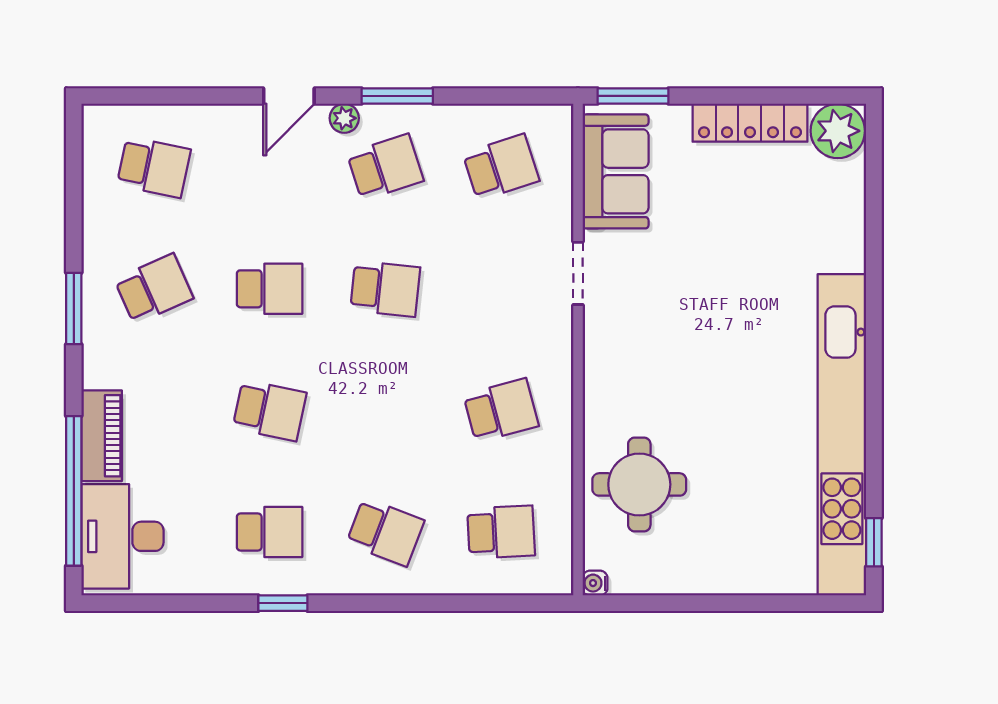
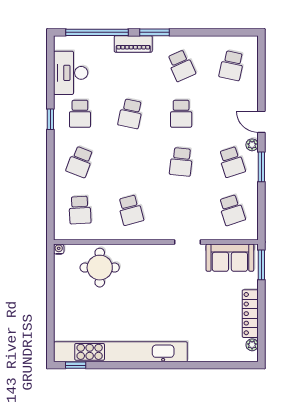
plant: (838, 131) -> (252, 345), width x0.53, depth x0.53
window: (74, 309) -> (155, 32), moved
piano: (102, 436) -> (133, 44), moved
desk: (123, 536) -> (71, 73), moved, turned -90

